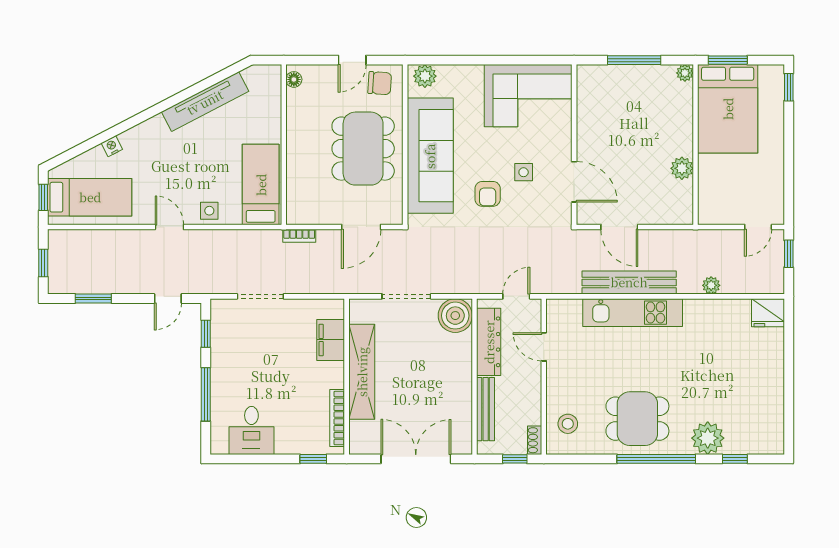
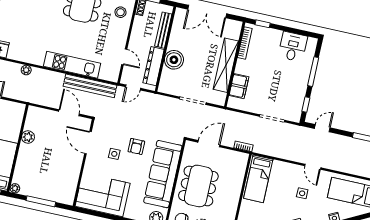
armchair: (488, 194) -> (136, 146), turned 180
side table: (209, 211) -> (302, 193), moved
bench: (629, 282) -> (90, 86), moved
boiler: (455, 316) -> (174, 60), moved

